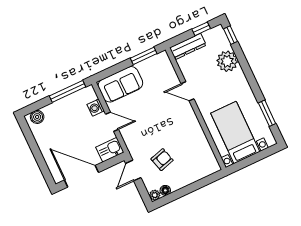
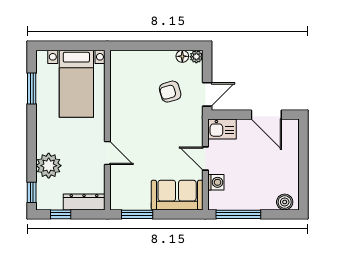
door: (82, 176) -> (266, 115), width x0.73

